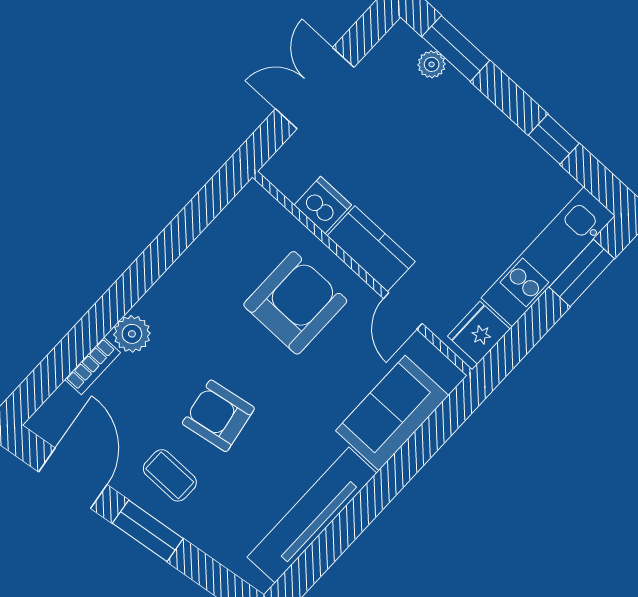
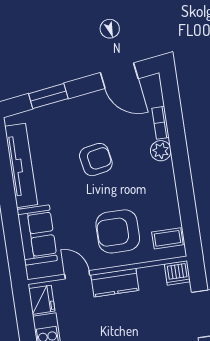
dishwasher: (323, 205) -> (177, 273), moved
armchair: (295, 303) -> (118, 231), turned 90
coffee table: (170, 475) -> (167, 238), moved
window: (148, 531) -> (48, 96), moved

